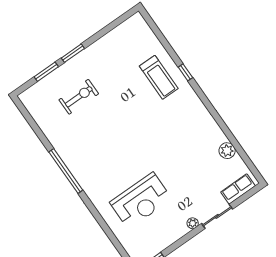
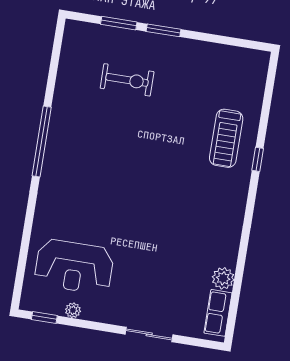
row of seats: (238, 189) -> (218, 313), moved, turned -90
reception desk: (141, 201) -> (74, 267), moved
plant: (193, 223) -> (73, 310), moved

